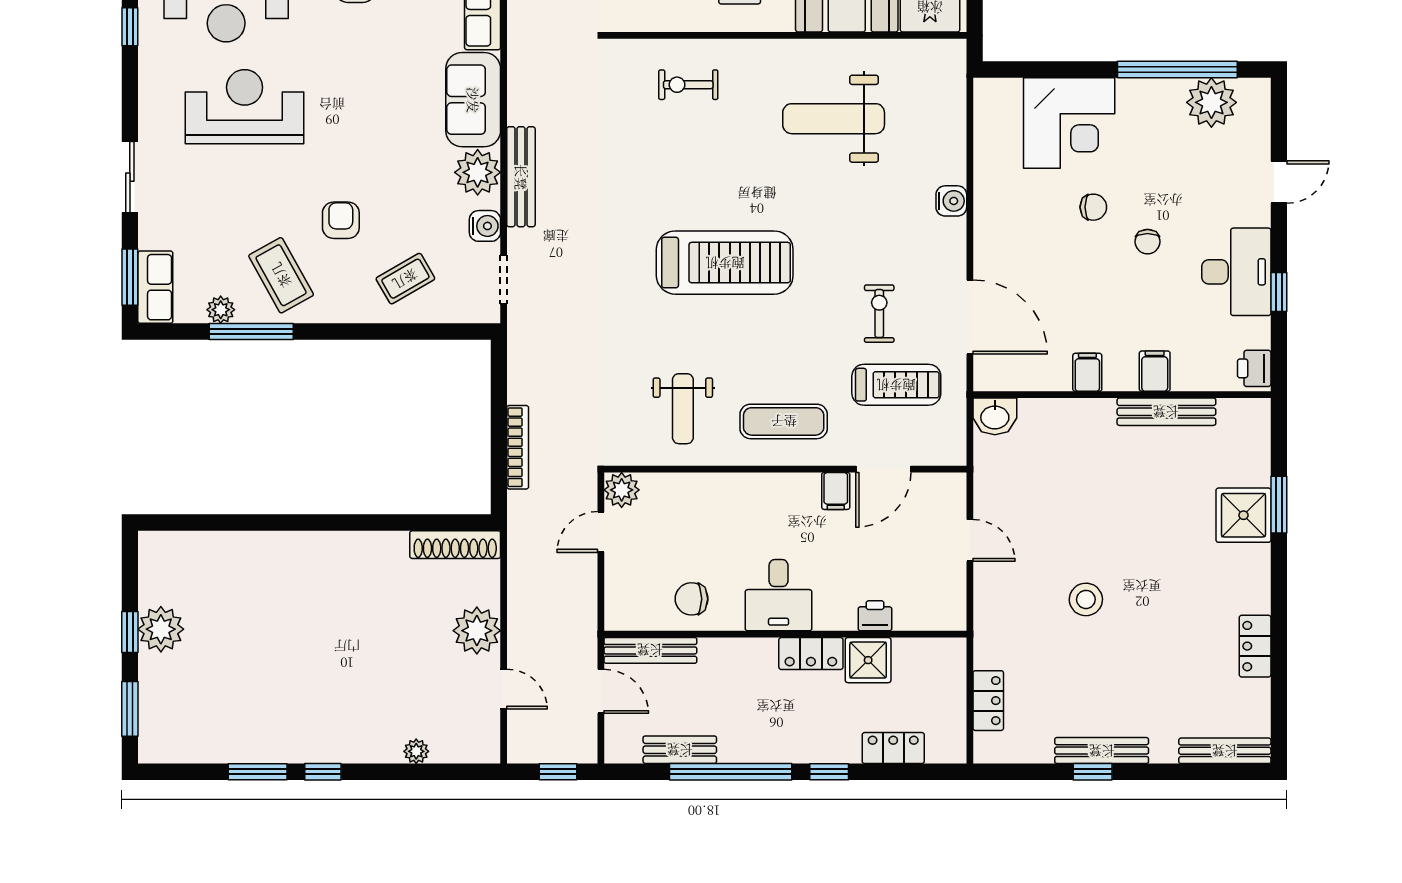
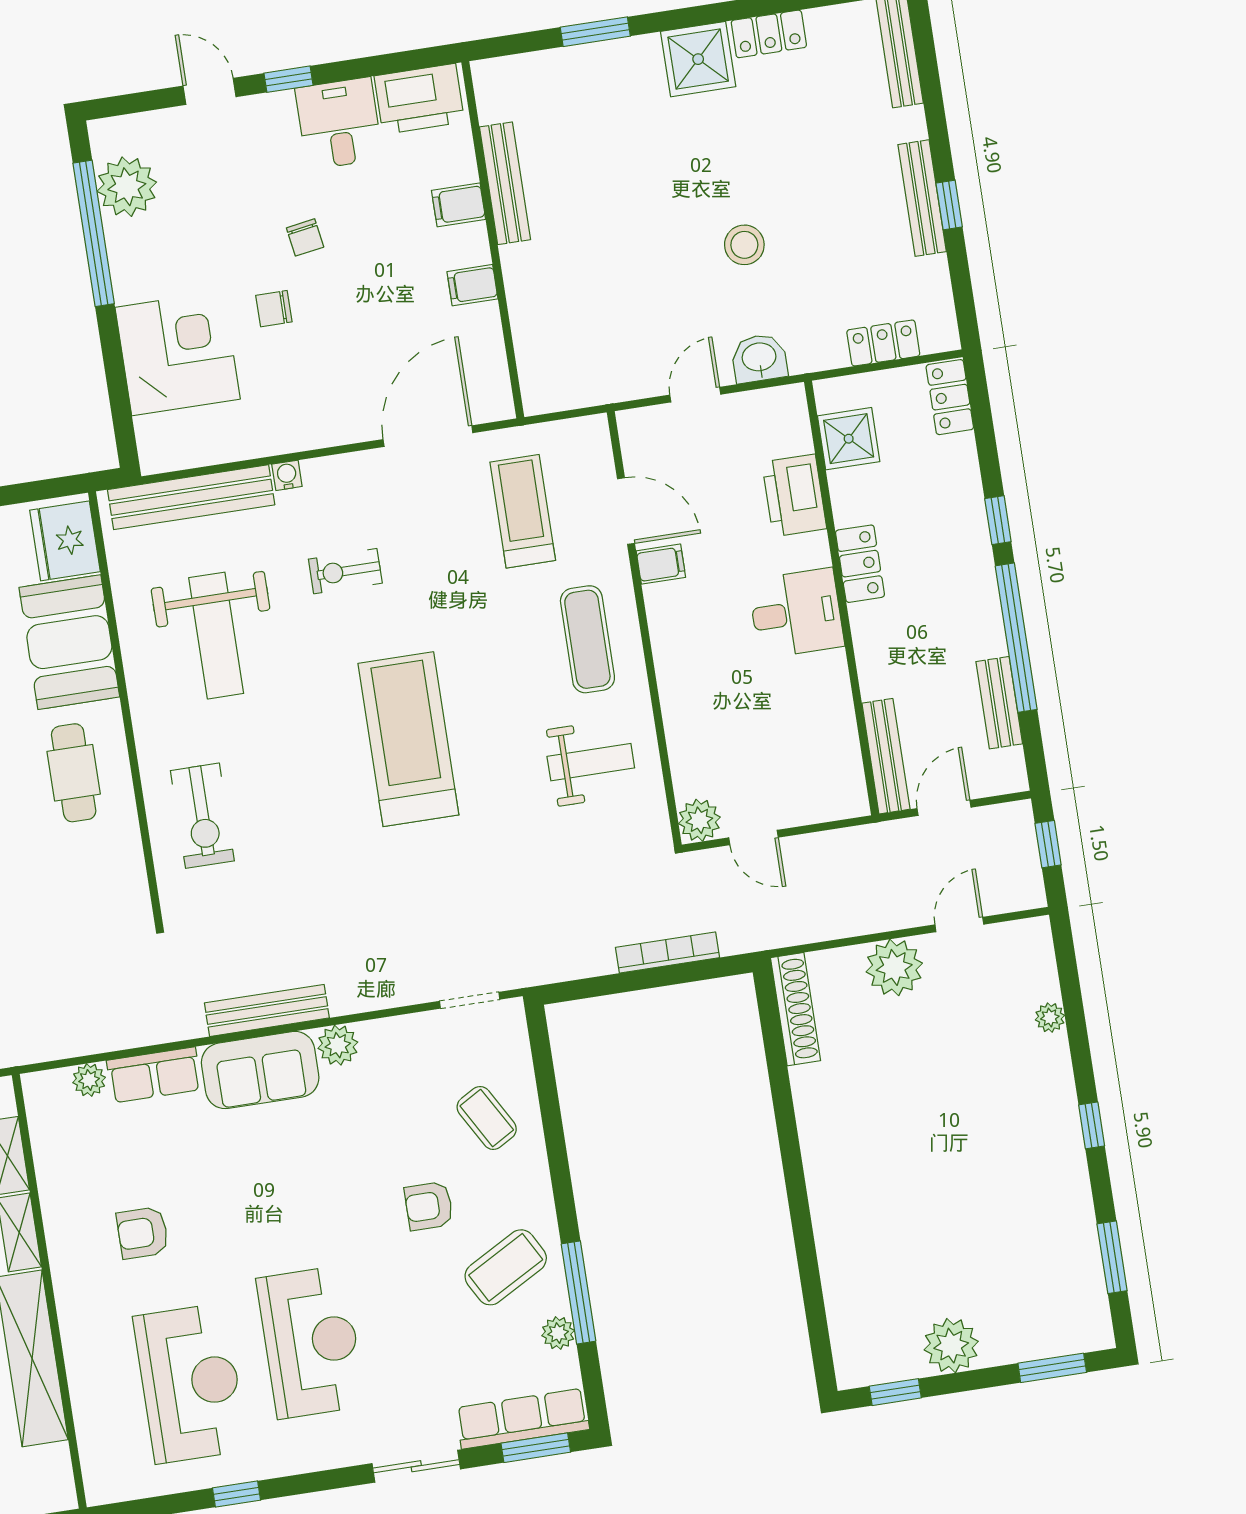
exercise bike: (688, 85) -> (202, 816), width x1.38, depth x1.39
reception desk: (245, 107) -> (311, 1342), turned 180
bench: (950, 116) -> (191, 497), added
plant: (478, 172) -> (338, 1045), width x0.73, depth x0.73
bench: (521, 177) -> (267, 1010), moved
water cooler: (951, 201) -> (287, 475), width x0.72, depth x0.72
chair: (1093, 207) -> (274, 309), turned -90
water cooler: (485, 226) -> (409, 1033), removed
chair: (1148, 242) -> (305, 237), turned 81
desk: (1236, 272) -> (339, 123), width x0.73
row of seats: (155, 287) -> (522, 1419), width x1.48
window: (1279, 292) -> (288, 79), moved
exercise bike: (879, 314) -> (345, 571), moved
printer: (1254, 368) -> (419, 99), width x1.87, depth x1.48
washbasin: (995, 416) -> (759, 358), moved, turned -90
shower: (1243, 515) -> (698, 59), moved
chair: (692, 599) -> (817, 717), removed
printer: (875, 616) -> (794, 495), width x1.87, depth x1.48
window: (130, 632) -> (895, 1392), moved
shower: (868, 660) -> (849, 439), moved
locker: (893, 748) -> (950, 397), moved
window: (258, 772) -> (1112, 1257), moved

